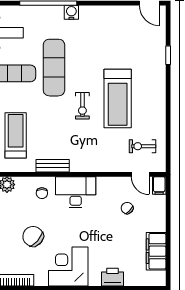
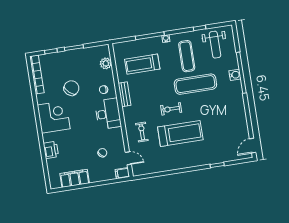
water cooler: (71, 12) -> (235, 75), moved
treadmill: (118, 98) -> (180, 133), turned 180
treadmill: (16, 135) -> (142, 64), turned 180
exercise bike: (142, 146) -> (142, 132), moved
door: (140, 174) -> (128, 158), swing flipped

